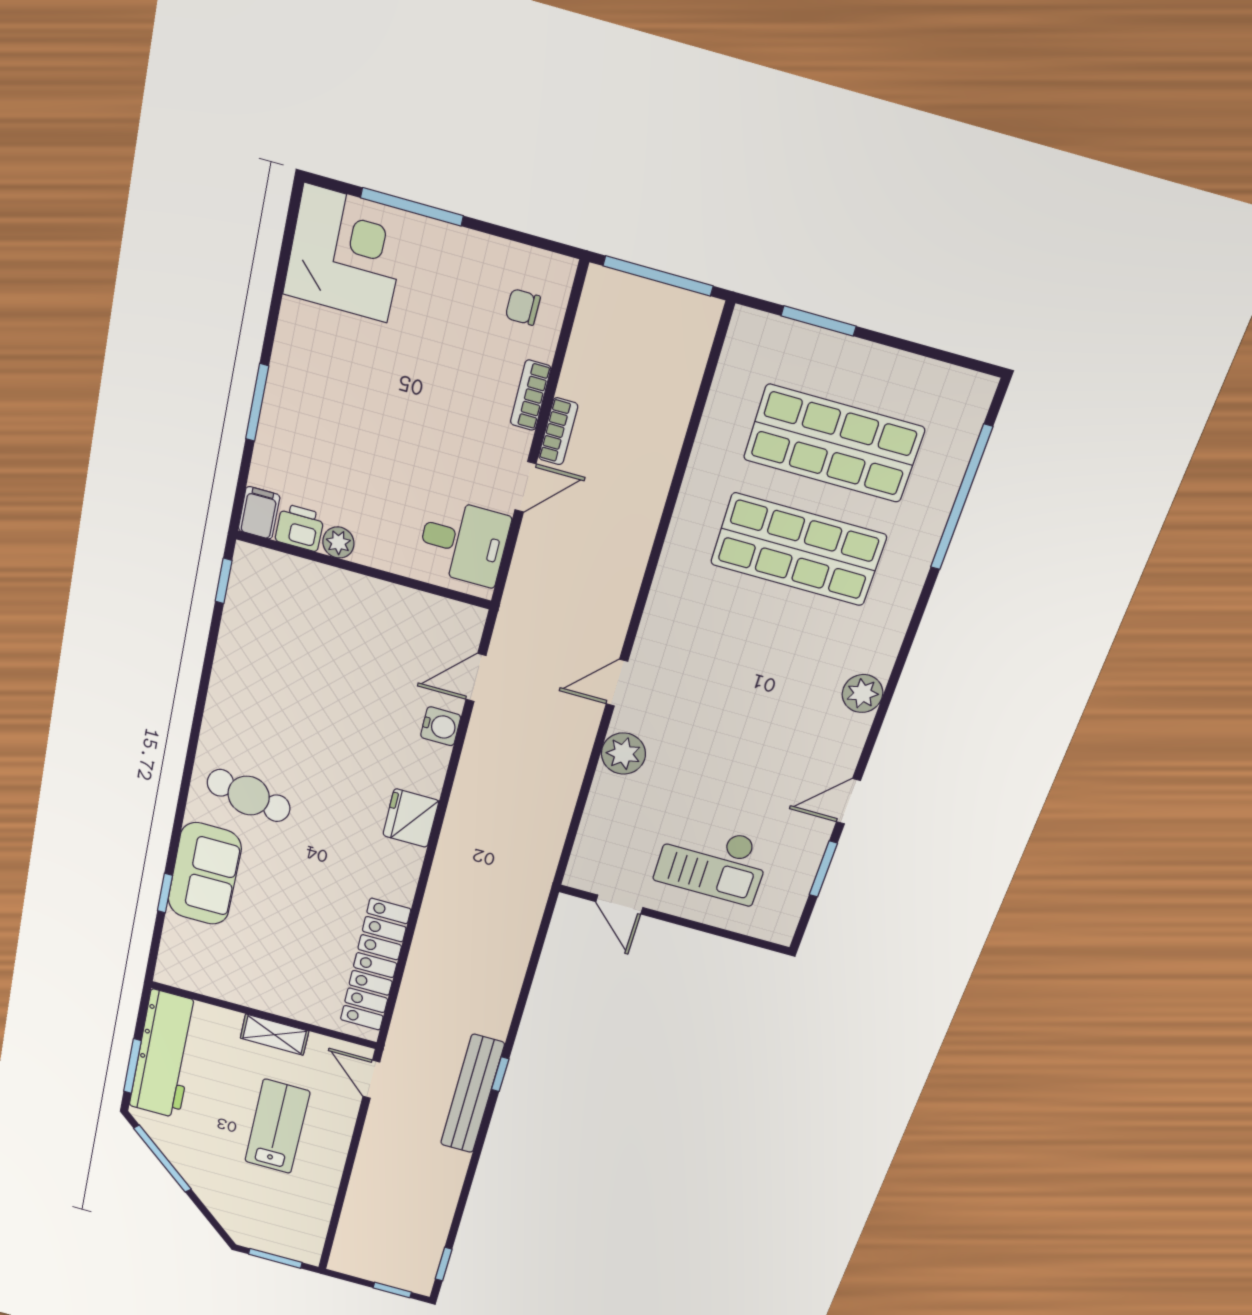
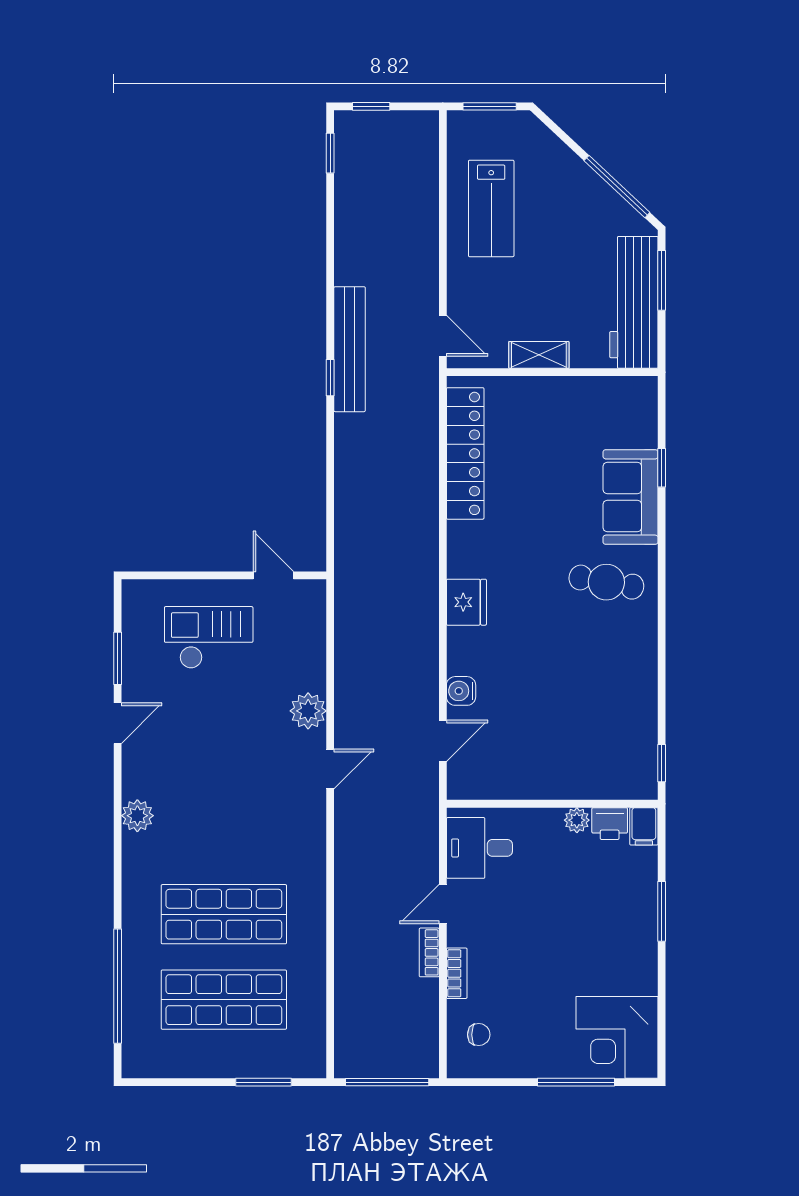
lab bench: (277, 1127) -> (491, 208), moved

